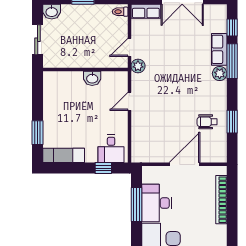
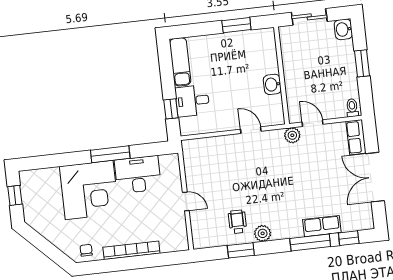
plant: (220, 74) -> (263, 233), moved
window: (38, 133) -> (236, 25), moved
desk: (111, 149) -> (192, 101), moved
door: (184, 164) -> (186, 201), width x0.53
bookcase: (221, 200) -> (131, 250), moved
window: (136, 204) -> (110, 154), moved

